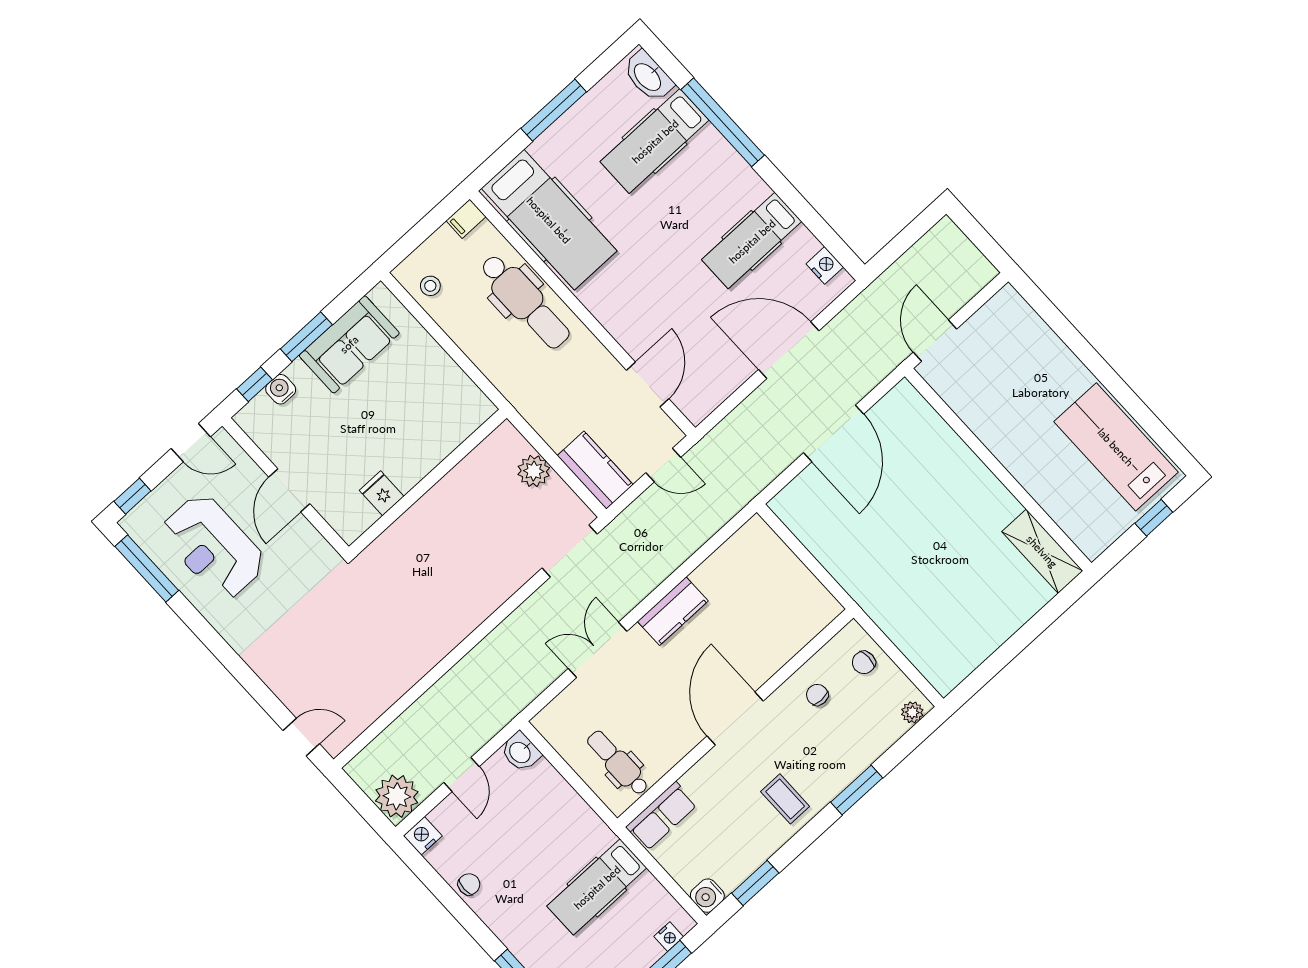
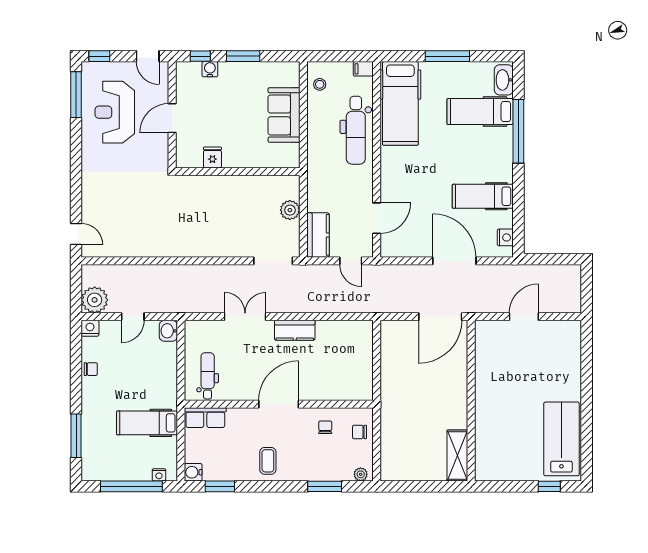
sofa: (349, 344) -> (284, 115), moved, turned 90
wall: (998, 470) -> (471, 401), moved
shelving: (1042, 551) -> (457, 455), moved
window: (857, 790) -> (325, 486), moved

